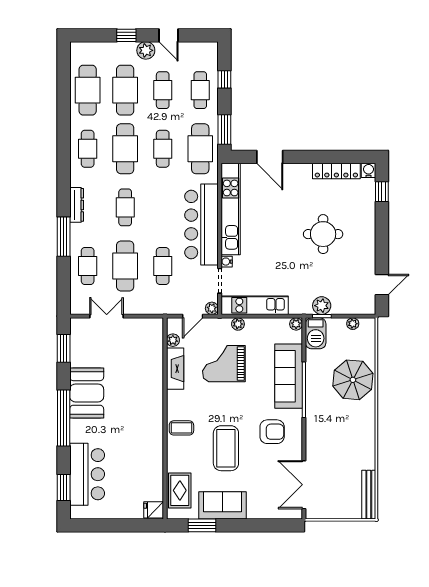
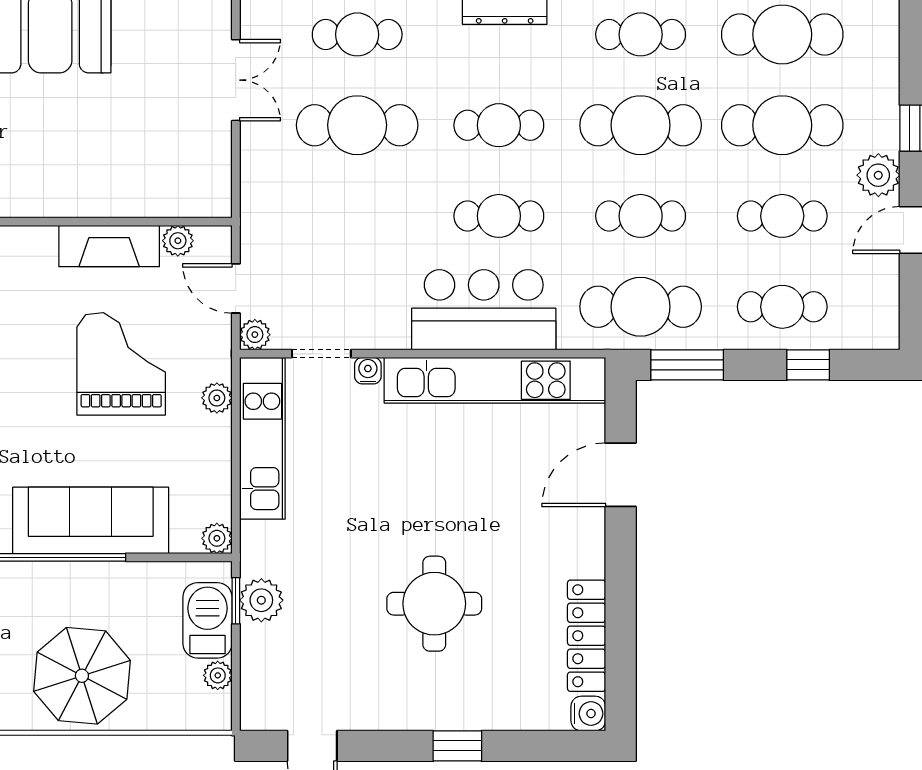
window: (382, 192) -> (457, 746), moved
bar counter: (201, 224) -> (484, 310), width x0.73
cafe table: (163, 266) -> (499, 216), moved
barbecue: (316, 333) -> (207, 620), moved, turned 90

